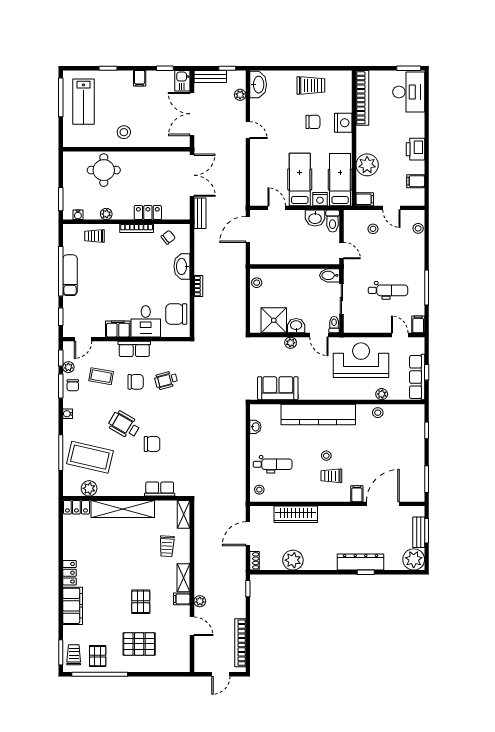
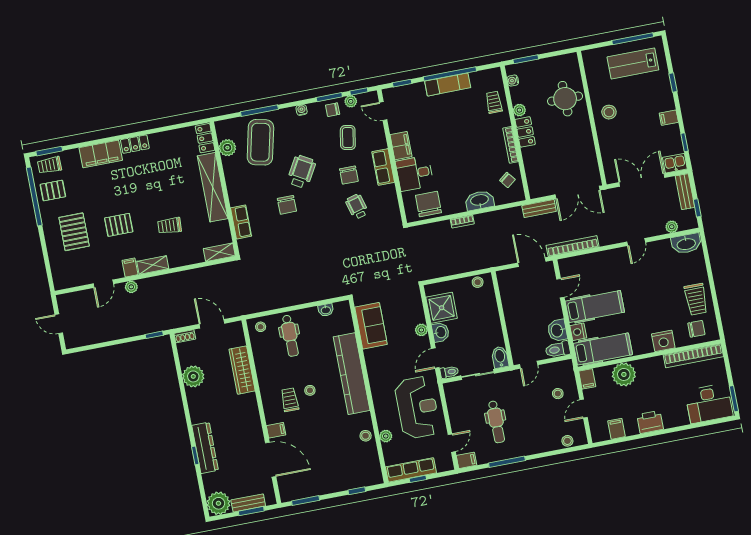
chair: (313, 122) -> (696, 329), moved, turned -90
locker: (148, 213) -> (525, 132), moved
trolley: (167, 546) -> (170, 226), moved
bookcase: (240, 643) -> (573, 246), moved
trolley: (74, 655) -> (50, 165), turned 180

